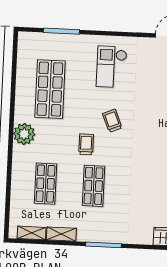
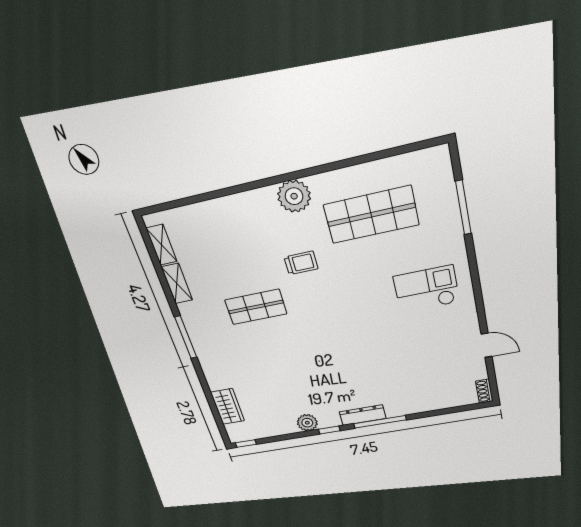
trolley: (112, 121) -> (351, 308), removed
trolley: (86, 144) -> (301, 263), moved
shop shelf: (45, 184) -> (235, 245), removed

